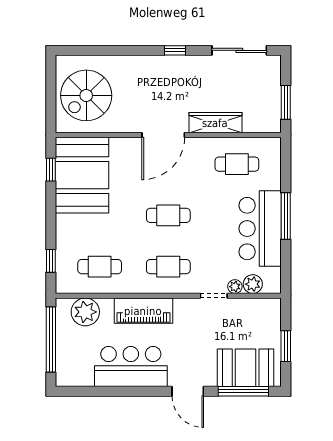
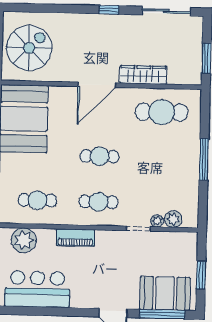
spiral stairs: (86, 95) -> (29, 48), turned 180
cafe table: (237, 164) -> (162, 112), width x1.37, depth x1.35
bar counter: (260, 229) -> (181, 170), removed
piano: (143, 311) -> (75, 238), width x0.73, depth x0.75
bar counter: (131, 367) -> (37, 289), moved

